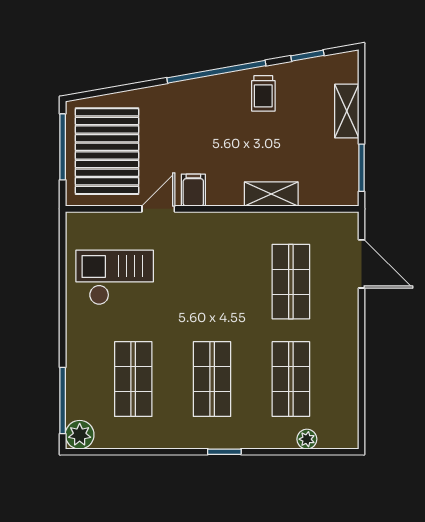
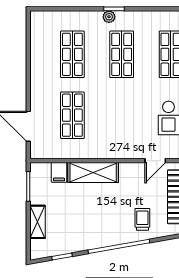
trolley: (263, 93) -> (142, 219), moved
filing cabinet: (193, 190) -> (59, 172), moved
shelving: (271, 194) -> (93, 172), width x1.50, depth x1.33
plant: (307, 439) -> (109, 17), moved

